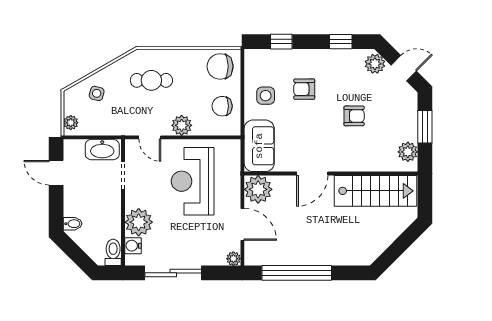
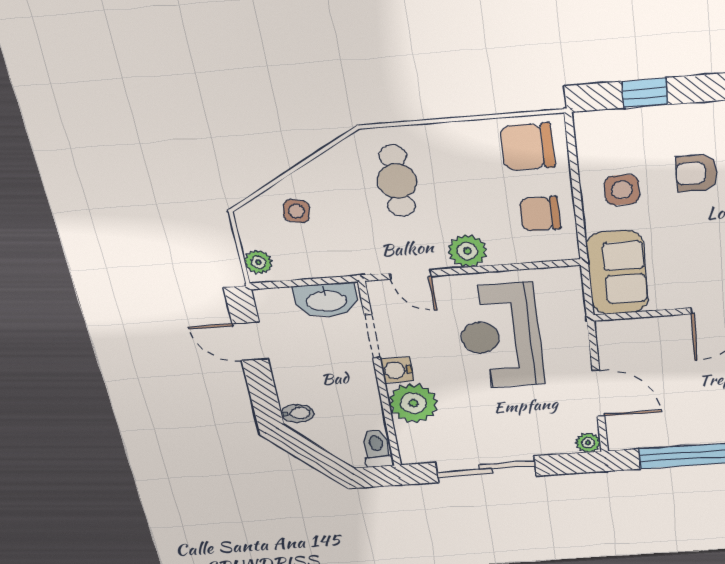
cafe table: (151, 80) -> (397, 181), turned 90
plant: (258, 189) -> (622, 340), removed
water cooler: (133, 246) -> (397, 370), moved

